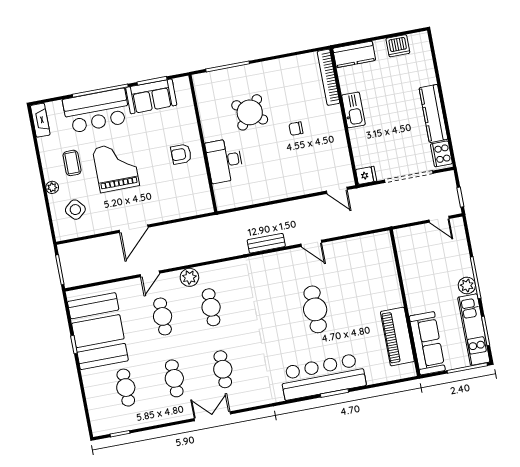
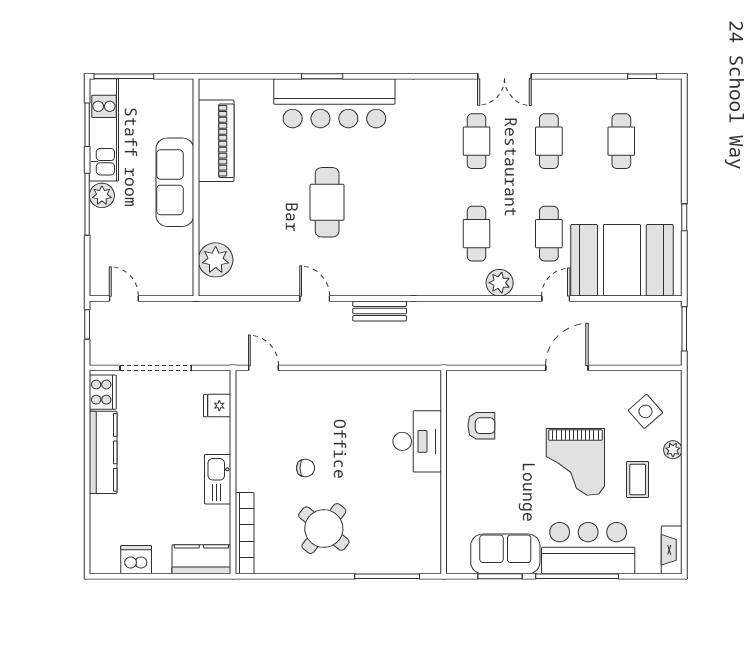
round table: (250, 112) -> (324, 529), moved
armchair: (181, 154) -> (481, 426), moved
fridge: (366, 175) -> (217, 406), moved
plant: (383, 257) -> (216, 260), added
booth: (98, 331) -> (622, 260), moved, turned 90
sofa: (427, 343) -> (175, 182), moved

